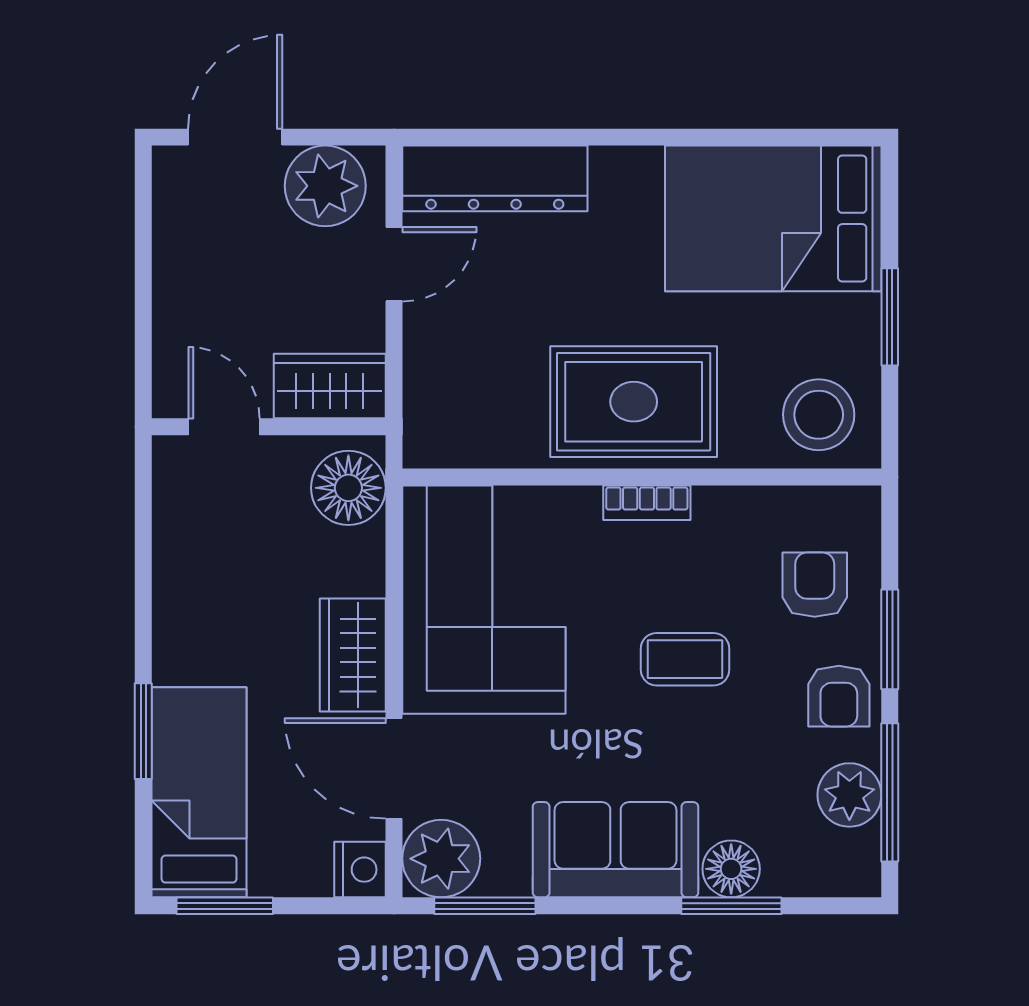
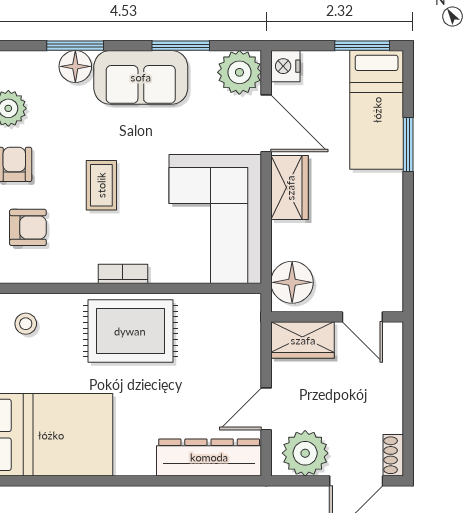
shoe rack: (170, 182) -> (393, 455), added
stool: (819, 415) -> (26, 324), width x0.53, depth x0.53
armchair: (815, 585) -> (28, 227), turned -90
coffee table: (685, 659) -> (101, 185), turned 90
window: (485, 906) -> (181, 46), moved

